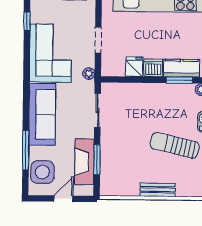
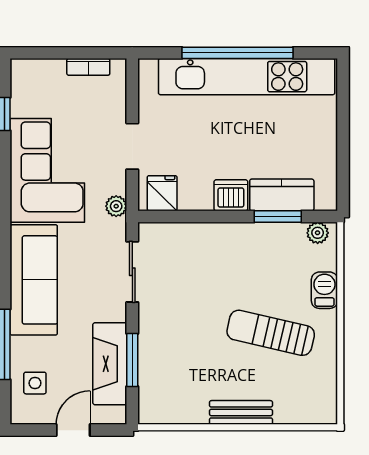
fridge: (134, 67) -> (162, 193), moved
side table: (42, 172) -> (35, 383), width x0.54, depth x0.54

